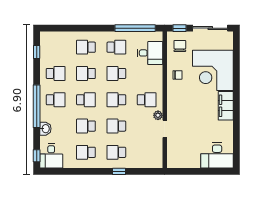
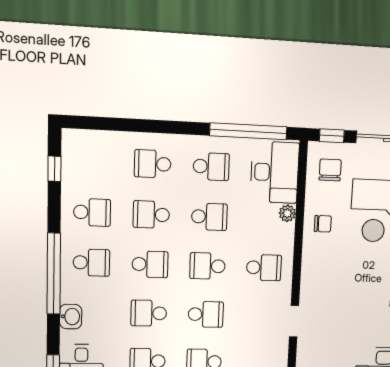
desk: (150, 53) -> (275, 172), width x1.37
school desk: (116, 73) -> (209, 217), turned 180
plant: (158, 115) -> (287, 213), moved
school desk: (116, 126) -> (206, 314), turned 180

